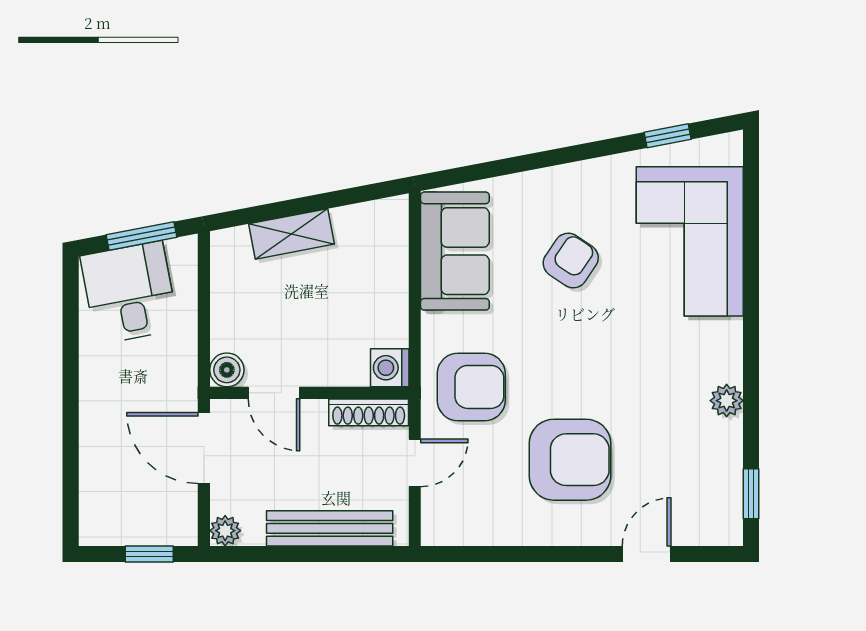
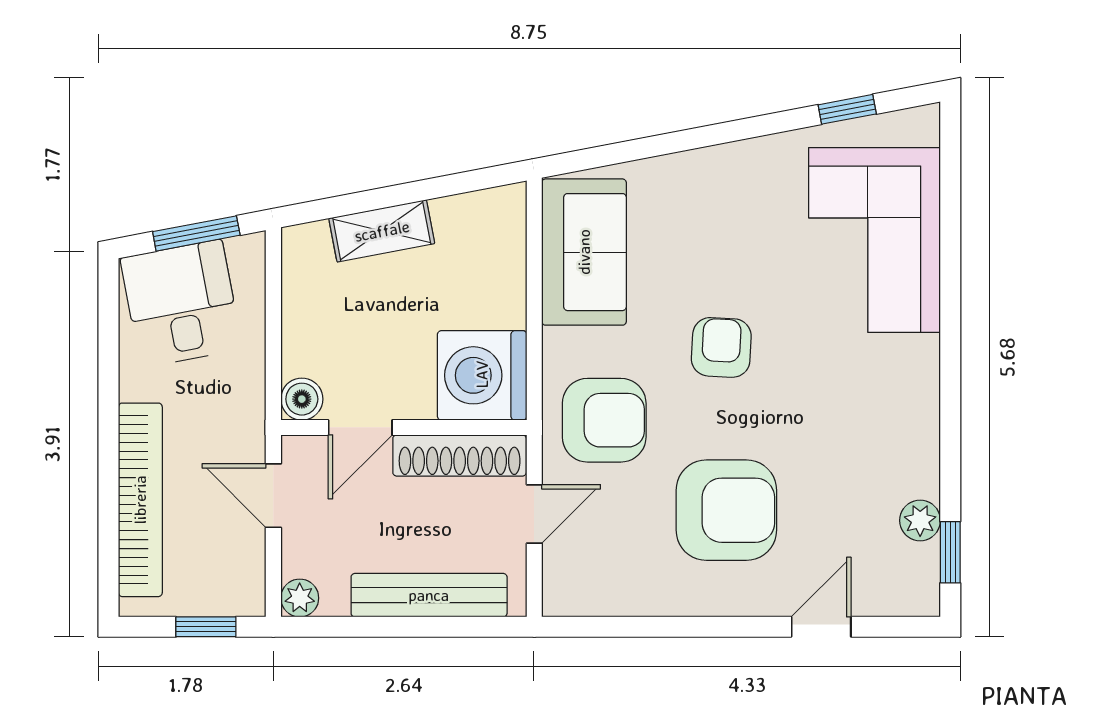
armchair: (571, 261) -> (721, 347), moved, turned -31
washing machine: (390, 368) -> (482, 375), width x1.89, depth x1.89
door: (274, 393) -> (360, 427), hinge flipped
plant: (727, 401) -> (920, 520), moved
shoe rack: (369, 412) -> (460, 455), width x1.36, depth x1.24
door: (204, 448) -> (273, 496), width x0.73
bookcase: (96, 451) -> (140, 500), added

